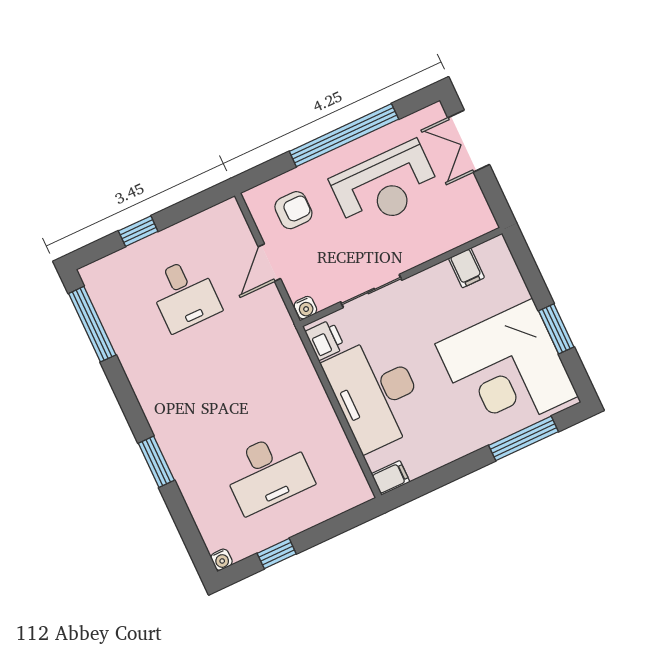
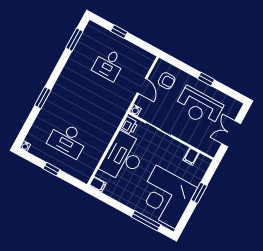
window: (344, 135) -> (206, 79), width x0.32
double door: (469, 141) -> (231, 134), moved
door: (269, 263) -> (142, 86), swing flipped
window: (92, 324) -> (74, 40), width x0.69
window: (556, 329) -> (199, 193), moved
window: (277, 554) -> (51, 169), moved

